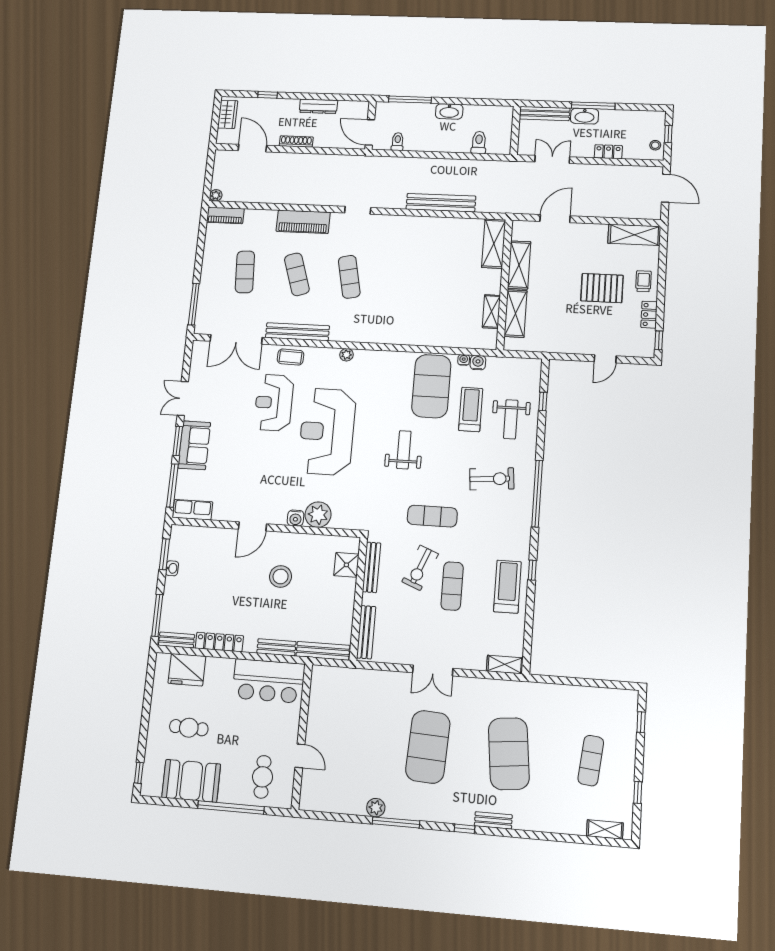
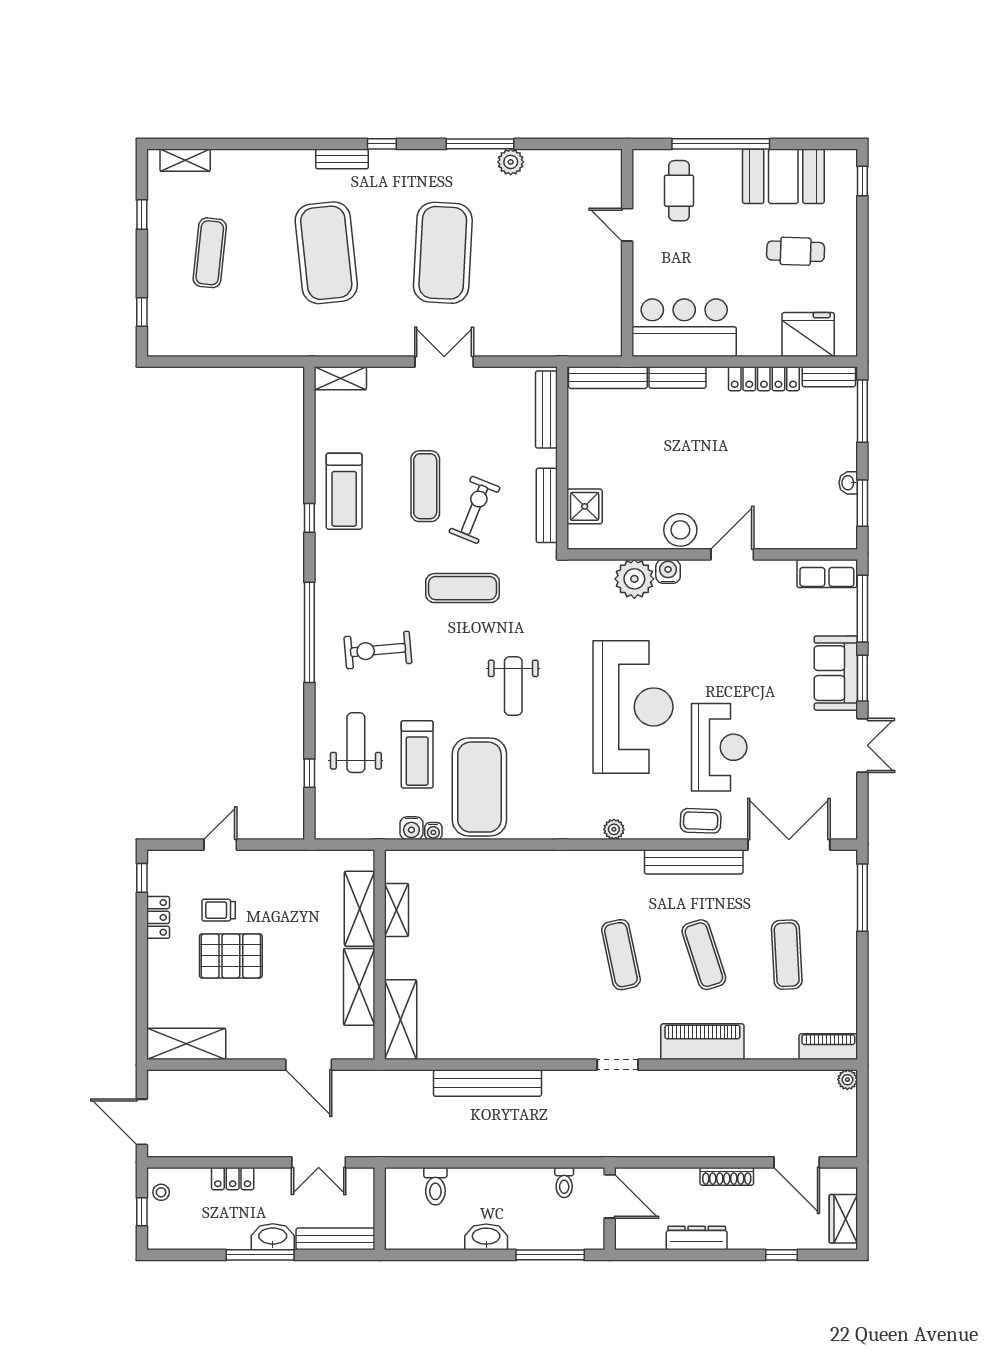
door: (555, 219) -> (309, 1065), hinge flipped
trolley: (643, 281) -> (219, 910), moved, turned 90
stool: (281, 577) -> (680, 530), moved

